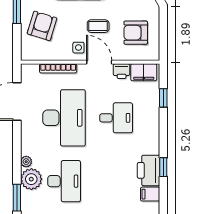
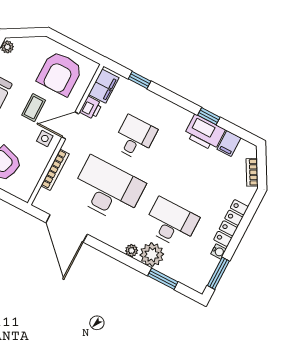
armchair: (136, 33) -> (60, 73), width x1.36, depth x1.36

